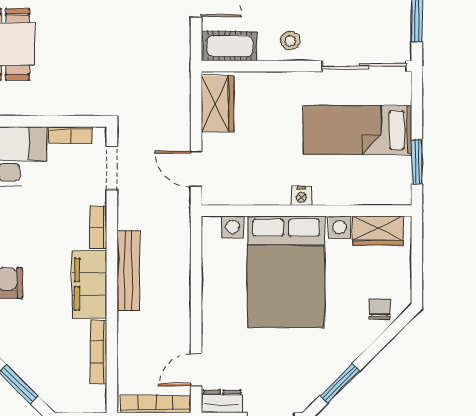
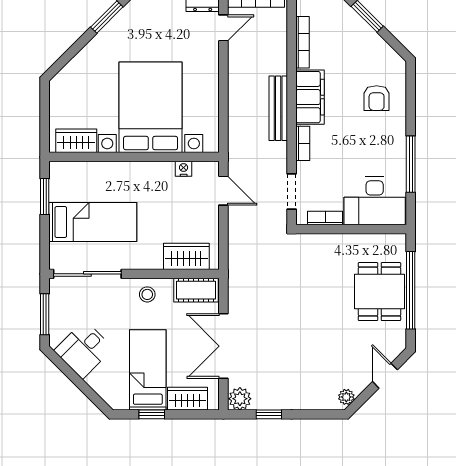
wardrobe: (218, 104) -> (186, 256), moved, turned 90
nightstand: (301, 196) -> (184, 169), moved
chair: (380, 309) -> (75, 77), removed

